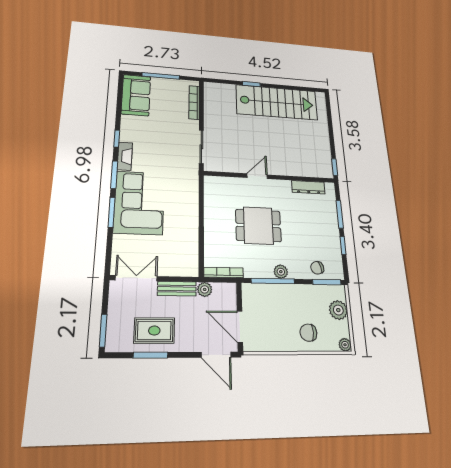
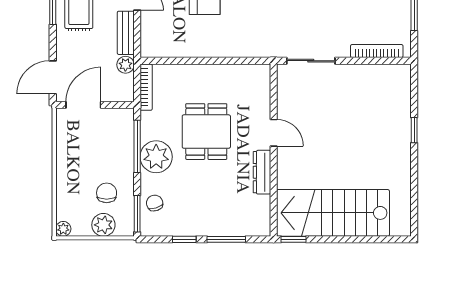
stairs: (277, 102) -> (333, 213), moved, turned 90
dresser: (308, 187) -> (262, 172), moved
plant: (281, 272) -> (156, 157), width x1.87, depth x1.87
chair: (308, 333) -> (107, 193), moved

